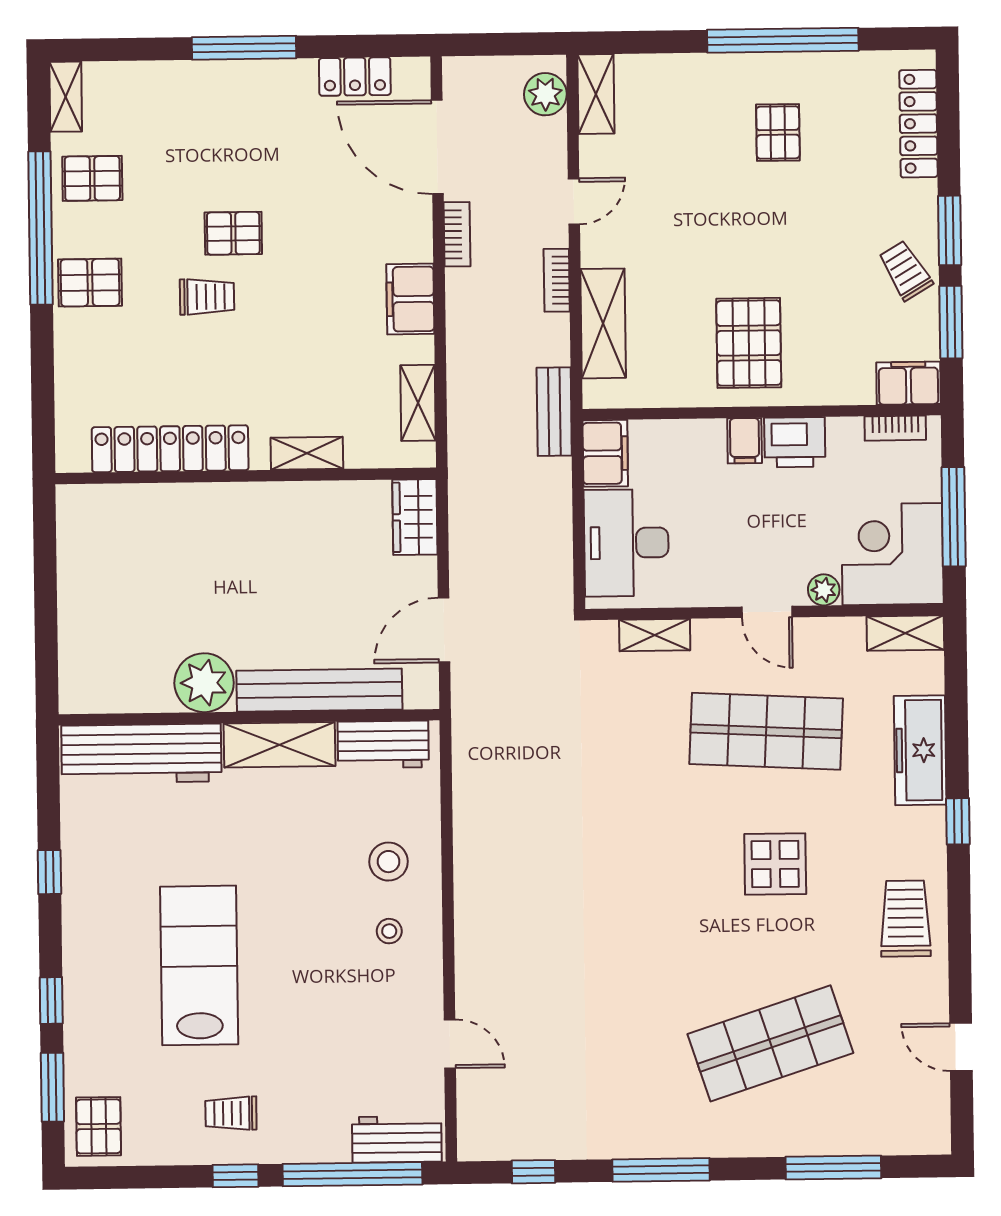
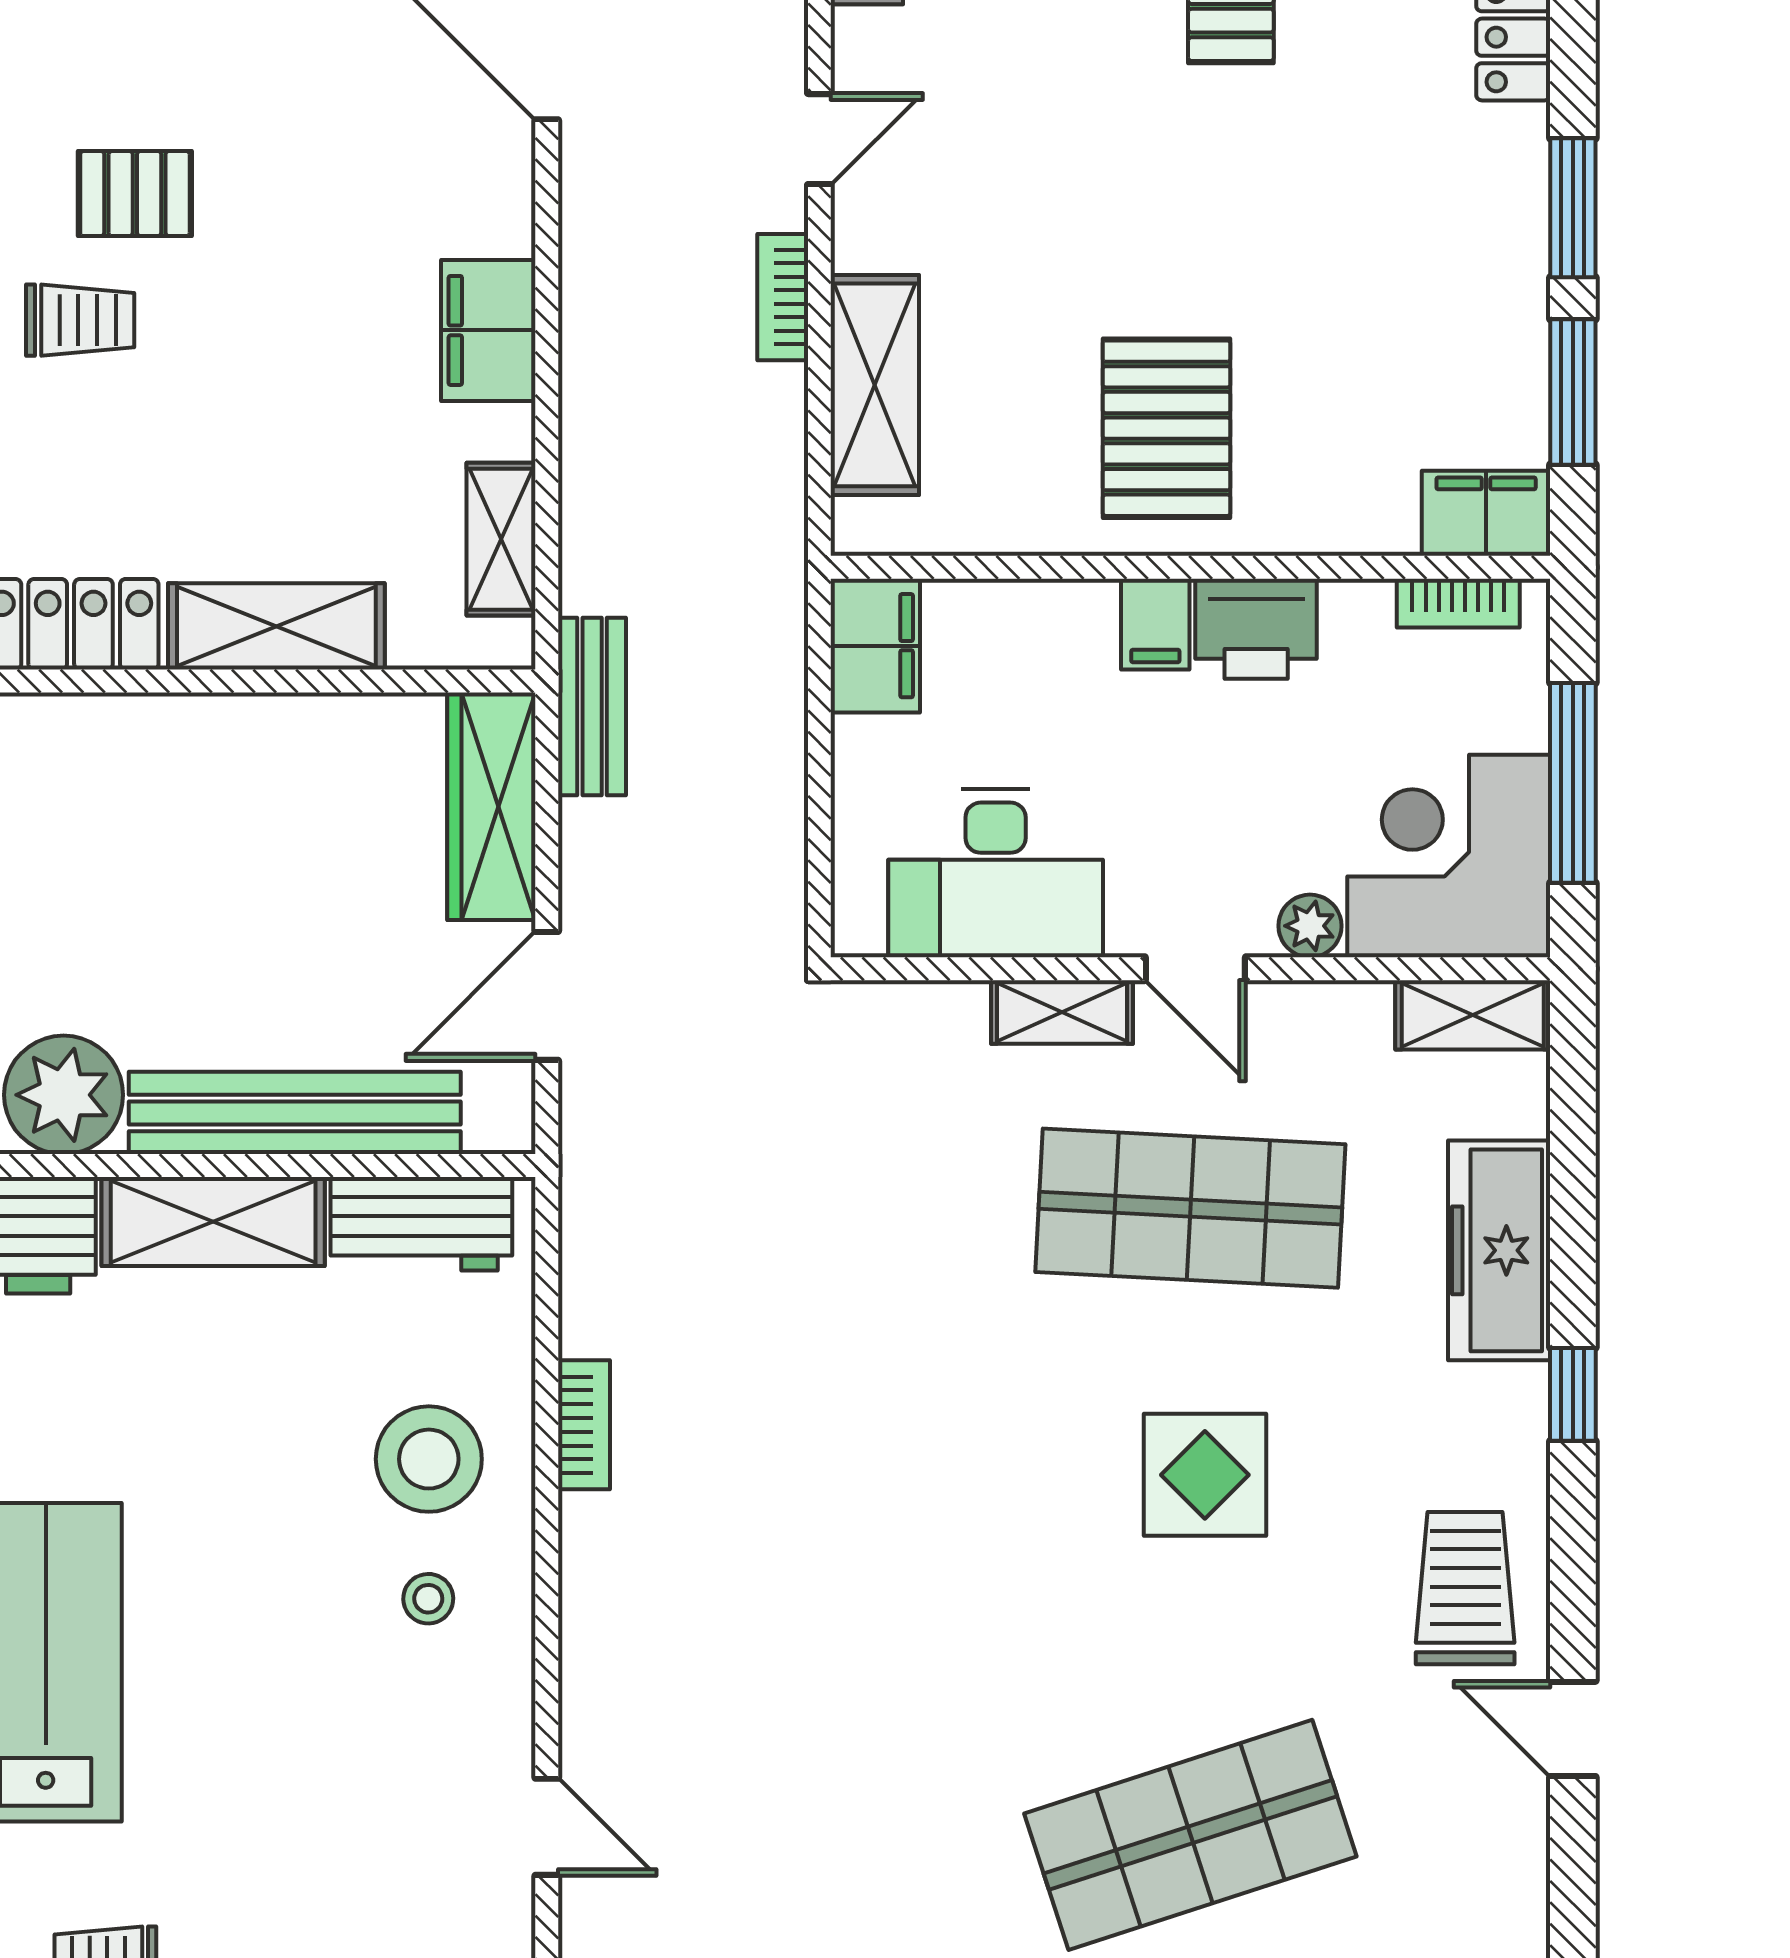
bookcase: (457, 234) -> (584, 1425), moved
trolley: (905, 271) -> (1483, 287), removed
bench: (554, 412) -> (592, 706), moved
shelving: (307, 453) -> (276, 626), width x1.50, depth x1.33
wardrobe: (415, 517) -> (491, 806), width x1.50
desk: (626, 543) -> (996, 873), moved, turned -90
shelving: (655, 635) -> (1062, 1012), moved
stool: (389, 862) -> (429, 1459), width x1.38, depth x1.38
door: (961, 1047) -> (1573, 1729), moved

